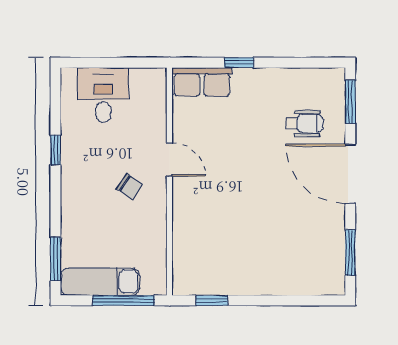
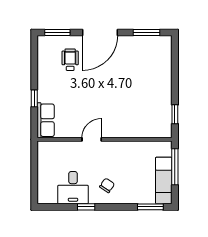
desk: (103, 95) -> (73, 188), moved, turned -90
chair: (130, 186) -> (107, 185), moved

